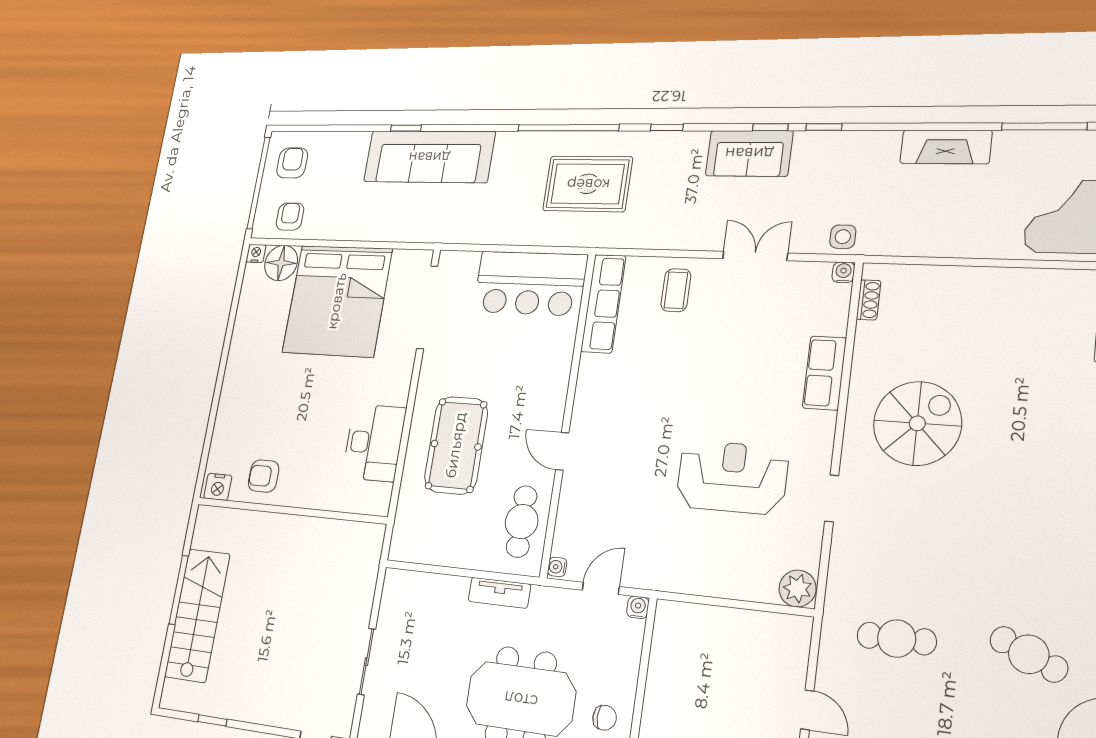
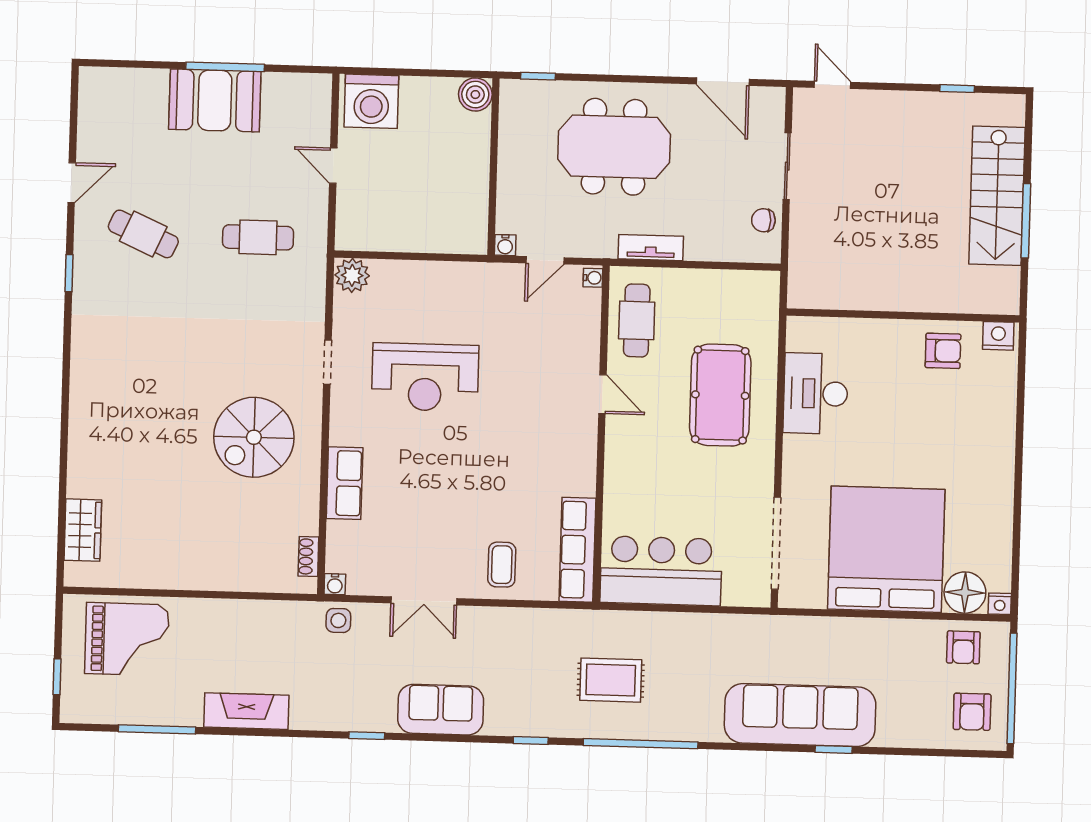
window: (770, 127) -> (421, 737), removed
rug: (588, 184) -> (611, 680), width x0.73, depth x0.70
chair: (605, 718) -> (763, 220), moved

